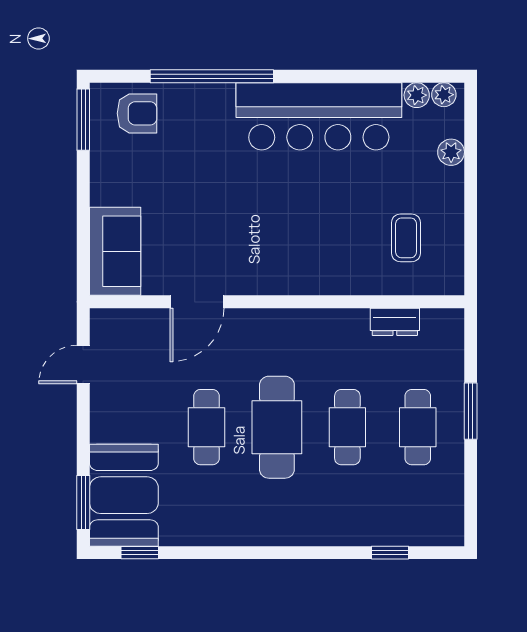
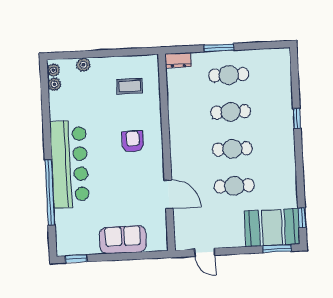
armchair: (137, 113) -> (133, 142), moved
bar counter: (319, 116) -> (70, 164), moved
window: (83, 120) -> (76, 259), width x0.67
sofa: (115, 251) -> (123, 240), moved
dresser: (395, 322) -> (178, 60), moved, turned 90
cafe table: (277, 427) -> (232, 149), width x0.73, depth x0.74
window: (390, 553) -> (297, 118), moved

